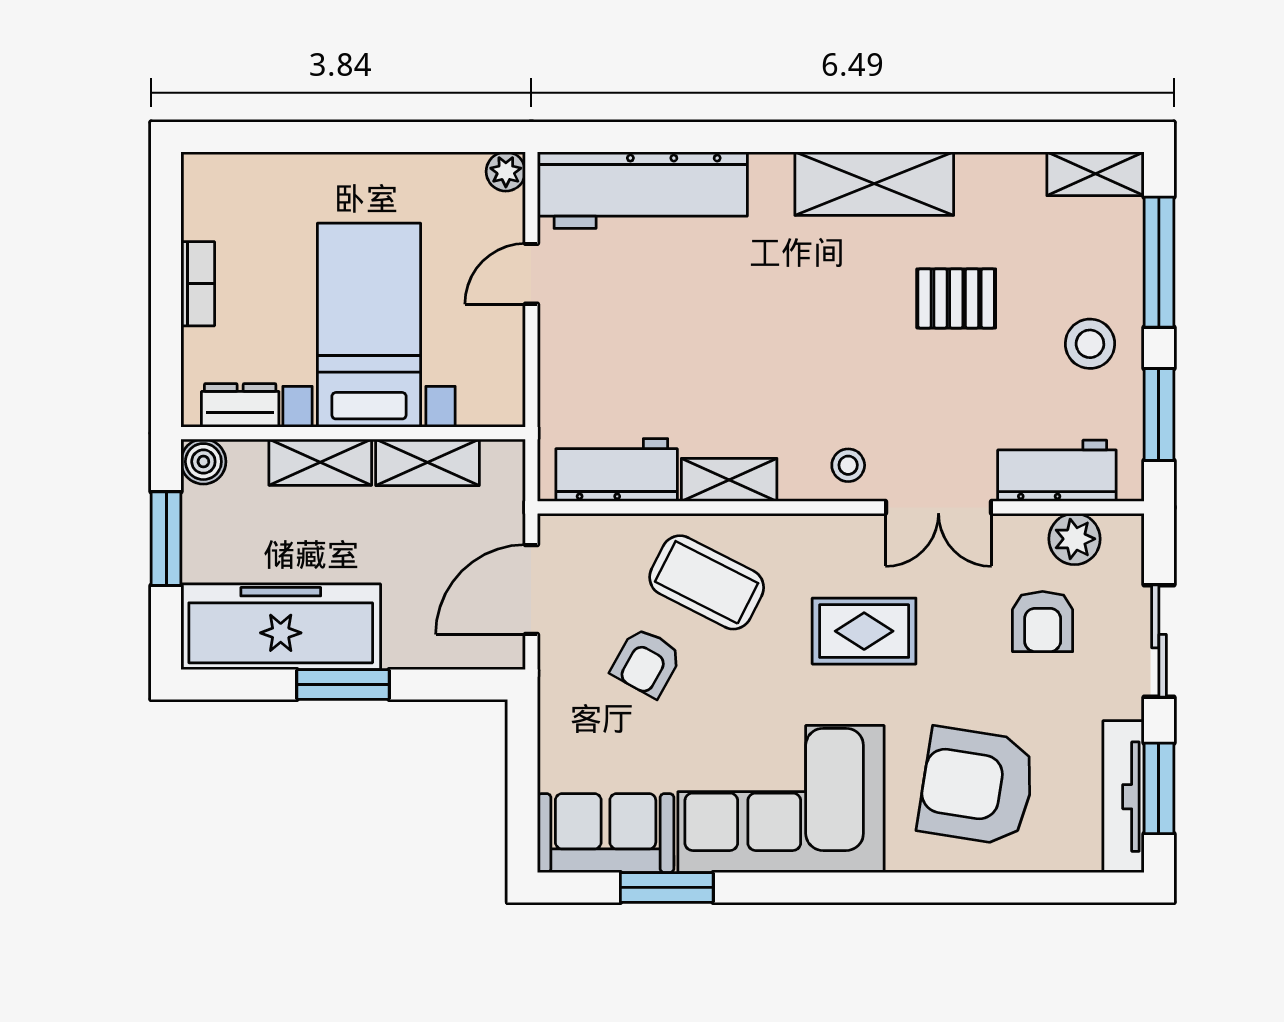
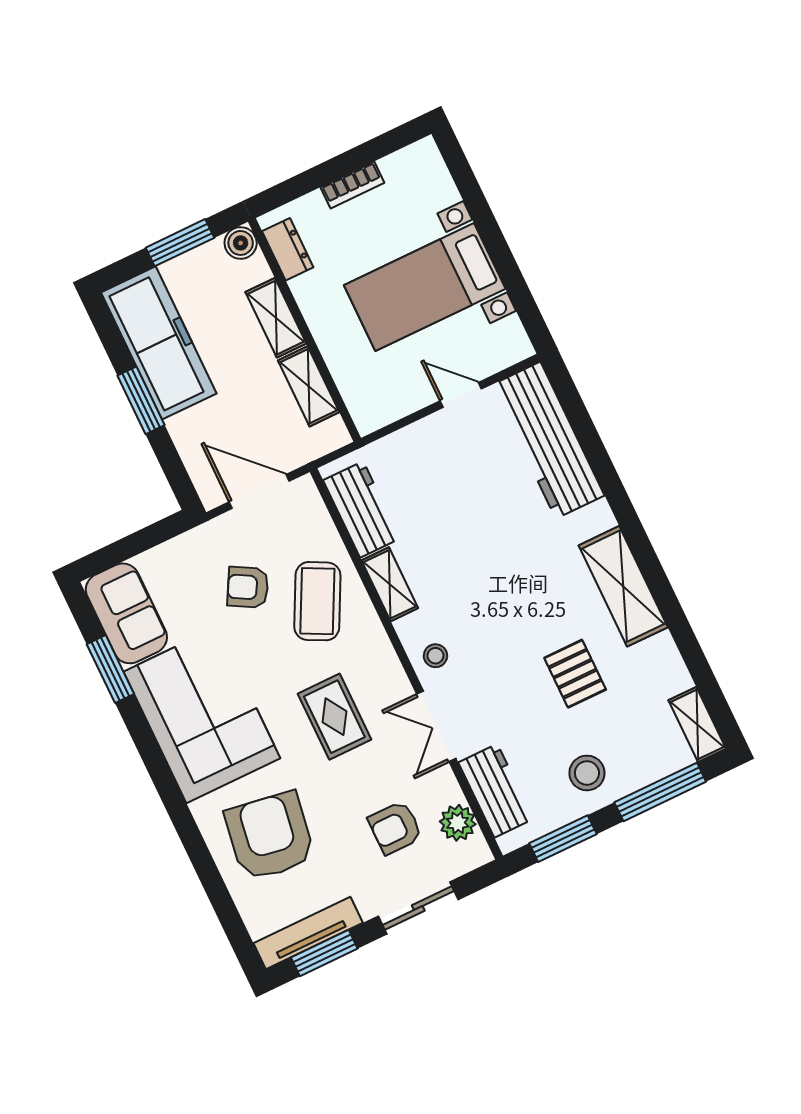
plant: (506, 172) -> (518, 347), removed
bed with nightstands: (369, 325) -> (425, 287), moved, turned 180

